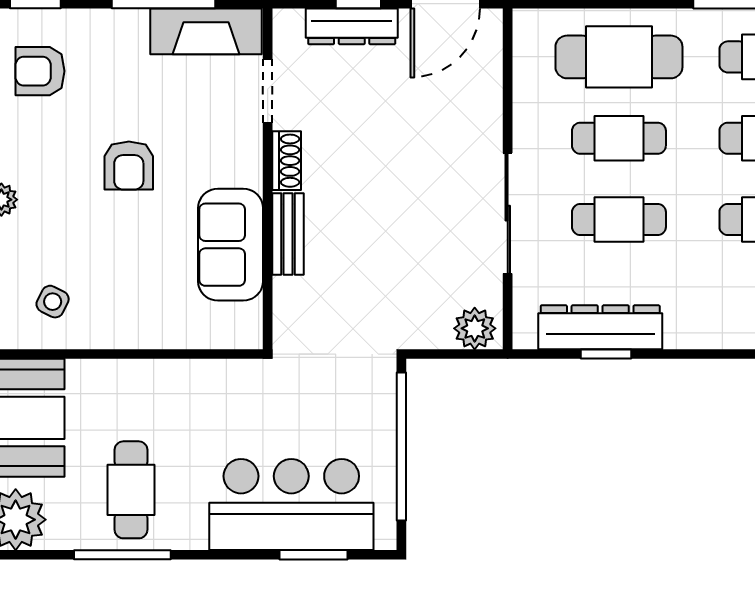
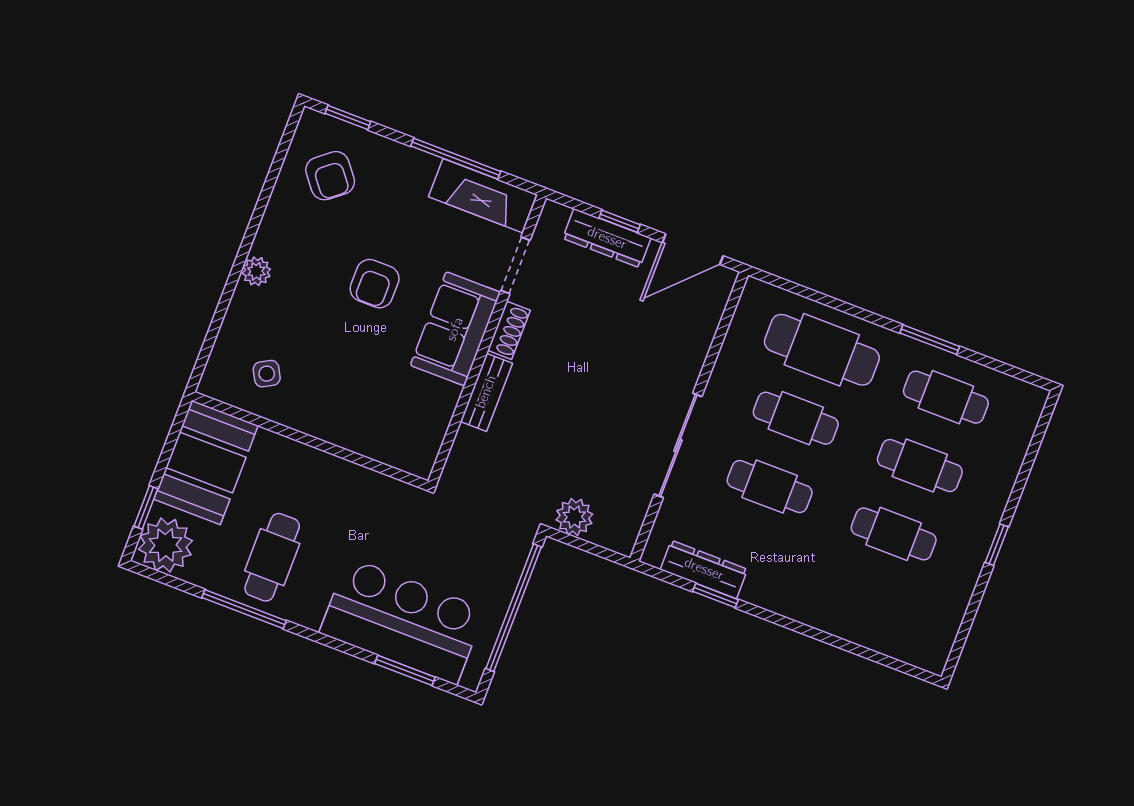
armchair: (40, 71) -> (330, 176), turned -129
sofa: (231, 245) -> (455, 329), moved
side table: (53, 302) -> (267, 374), turned 34
dresser: (600, 327) -> (704, 569), width x0.73, depth x0.80
plant: (475, 328) -> (574, 517), moved

